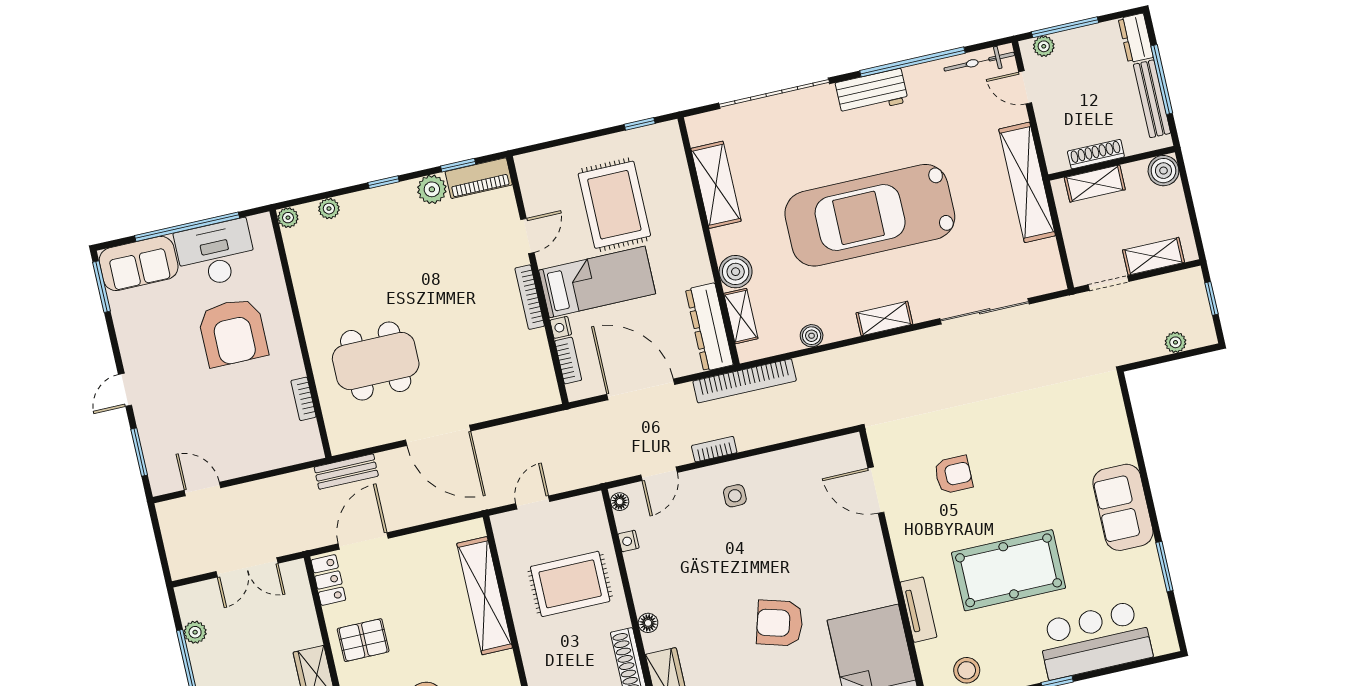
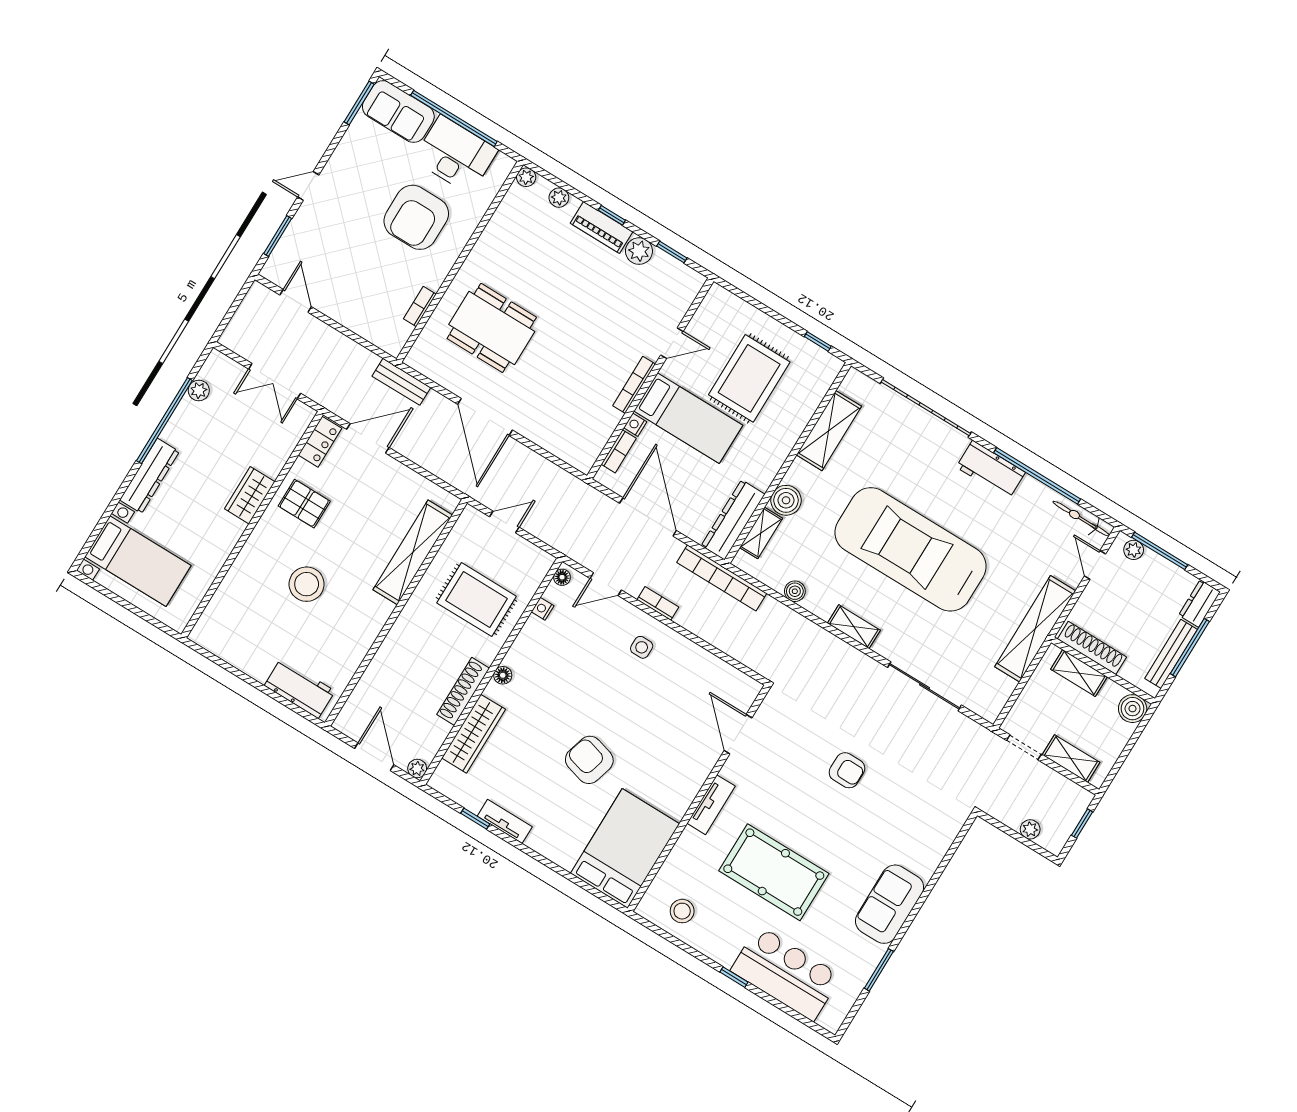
shoe rack: (1096, 154) -> (1092, 648), width x1.36, depth x1.24
piano: (479, 178) -> (601, 228), moved
armchair: (953, 475) -> (847, 770), moved
tv unit: (918, 610) -> (711, 805), moved

